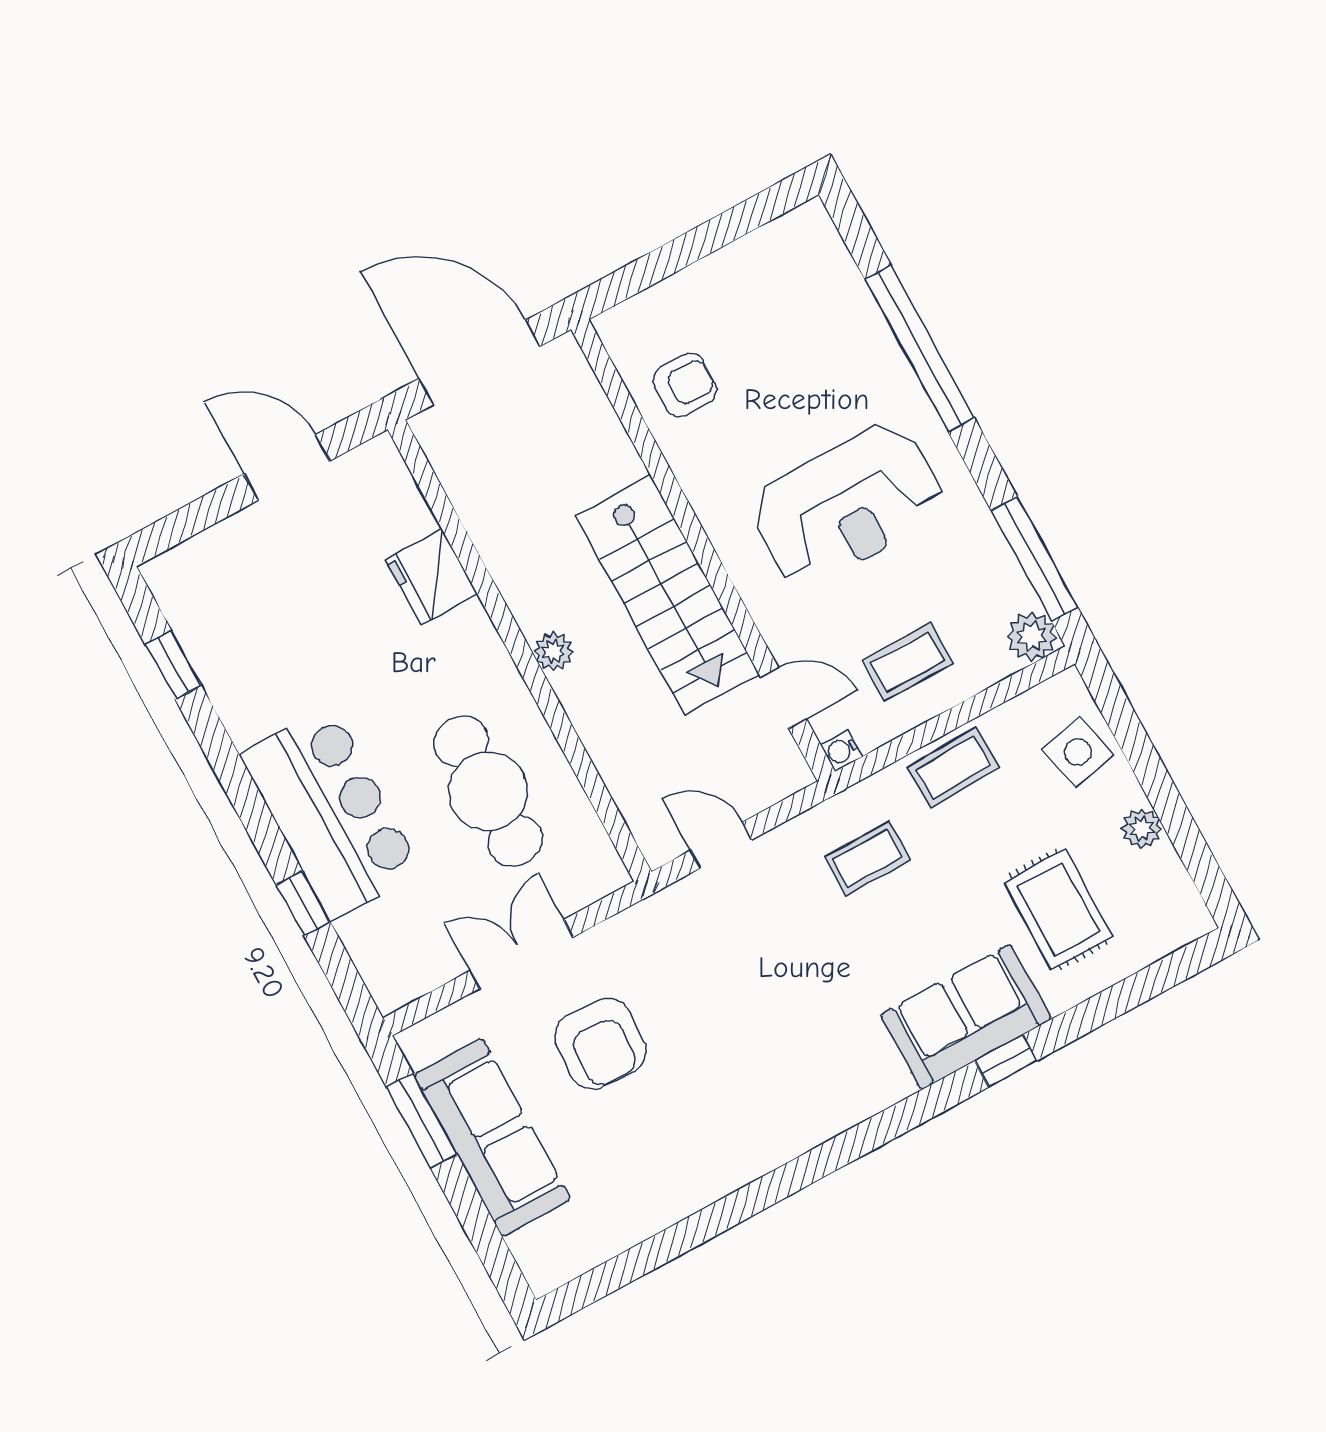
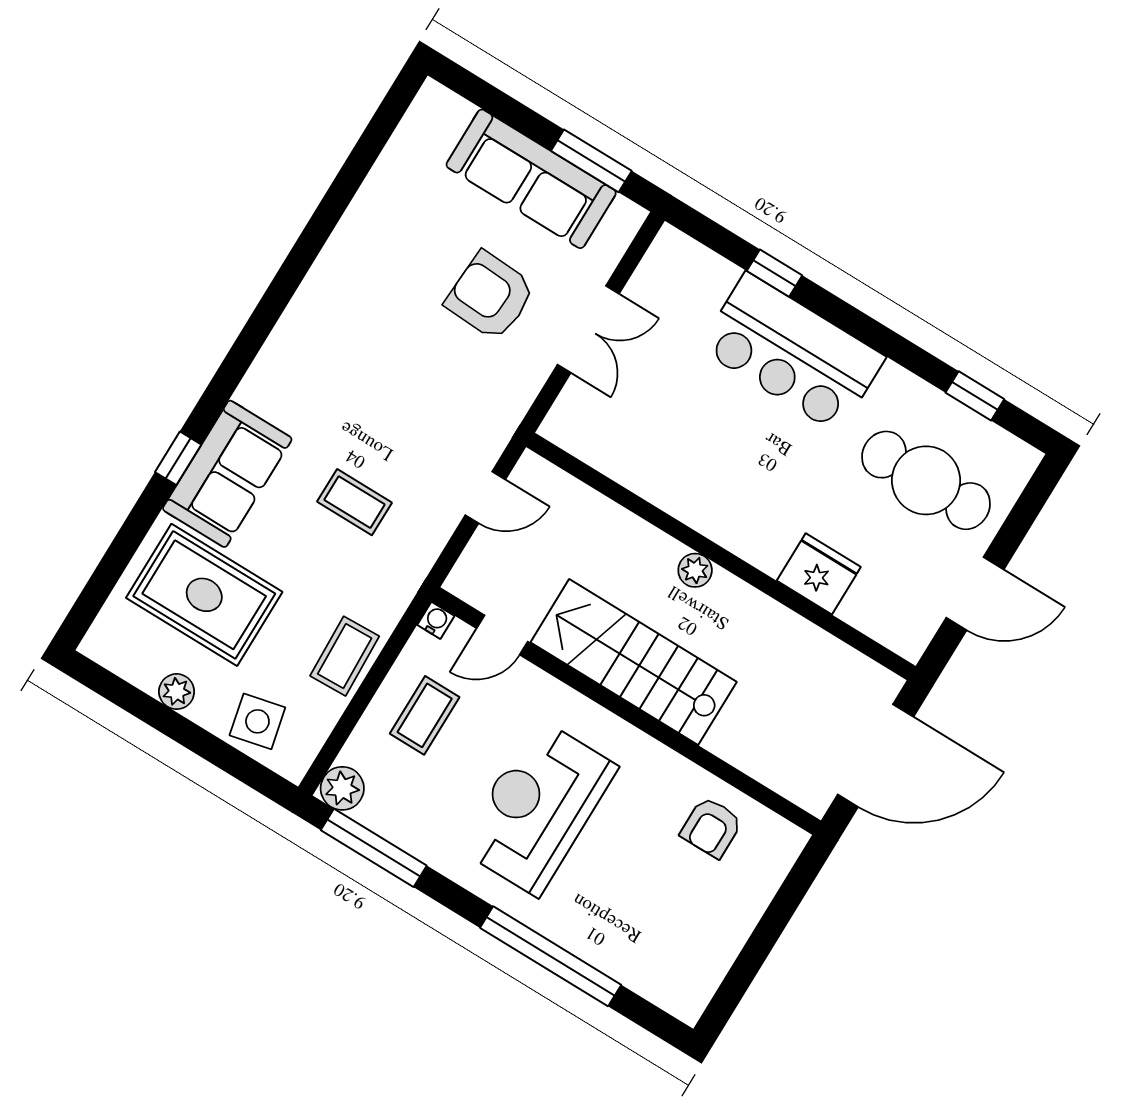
cafe table: (488, 791) -> (926, 480), moved
coffee table: (868, 858) -> (354, 502), moved, turned 90
rug: (1058, 909) -> (204, 595), width x1.36, depth x1.43

